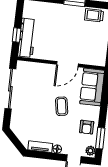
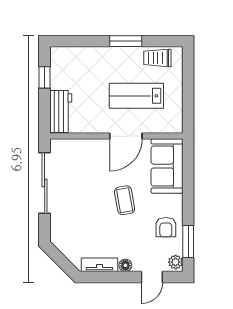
window: (17, 35) -> (45, 77), moved
workbench: (27, 38) -> (61, 111), width x0.73
lab bench: (77, 39) -> (136, 96), added

